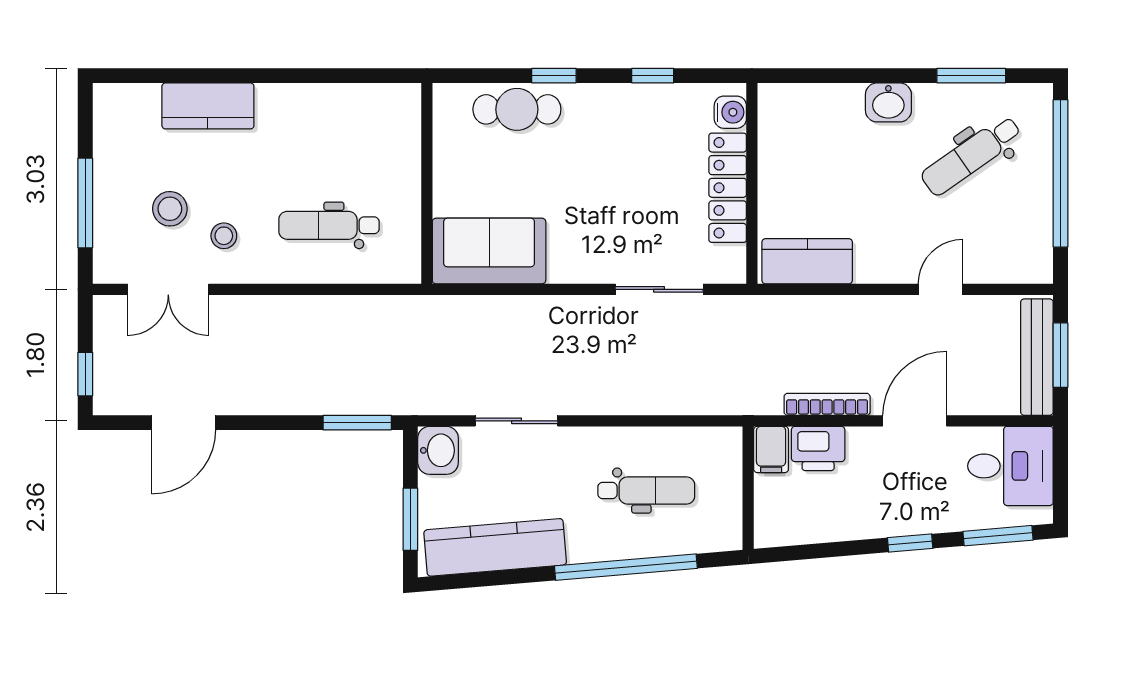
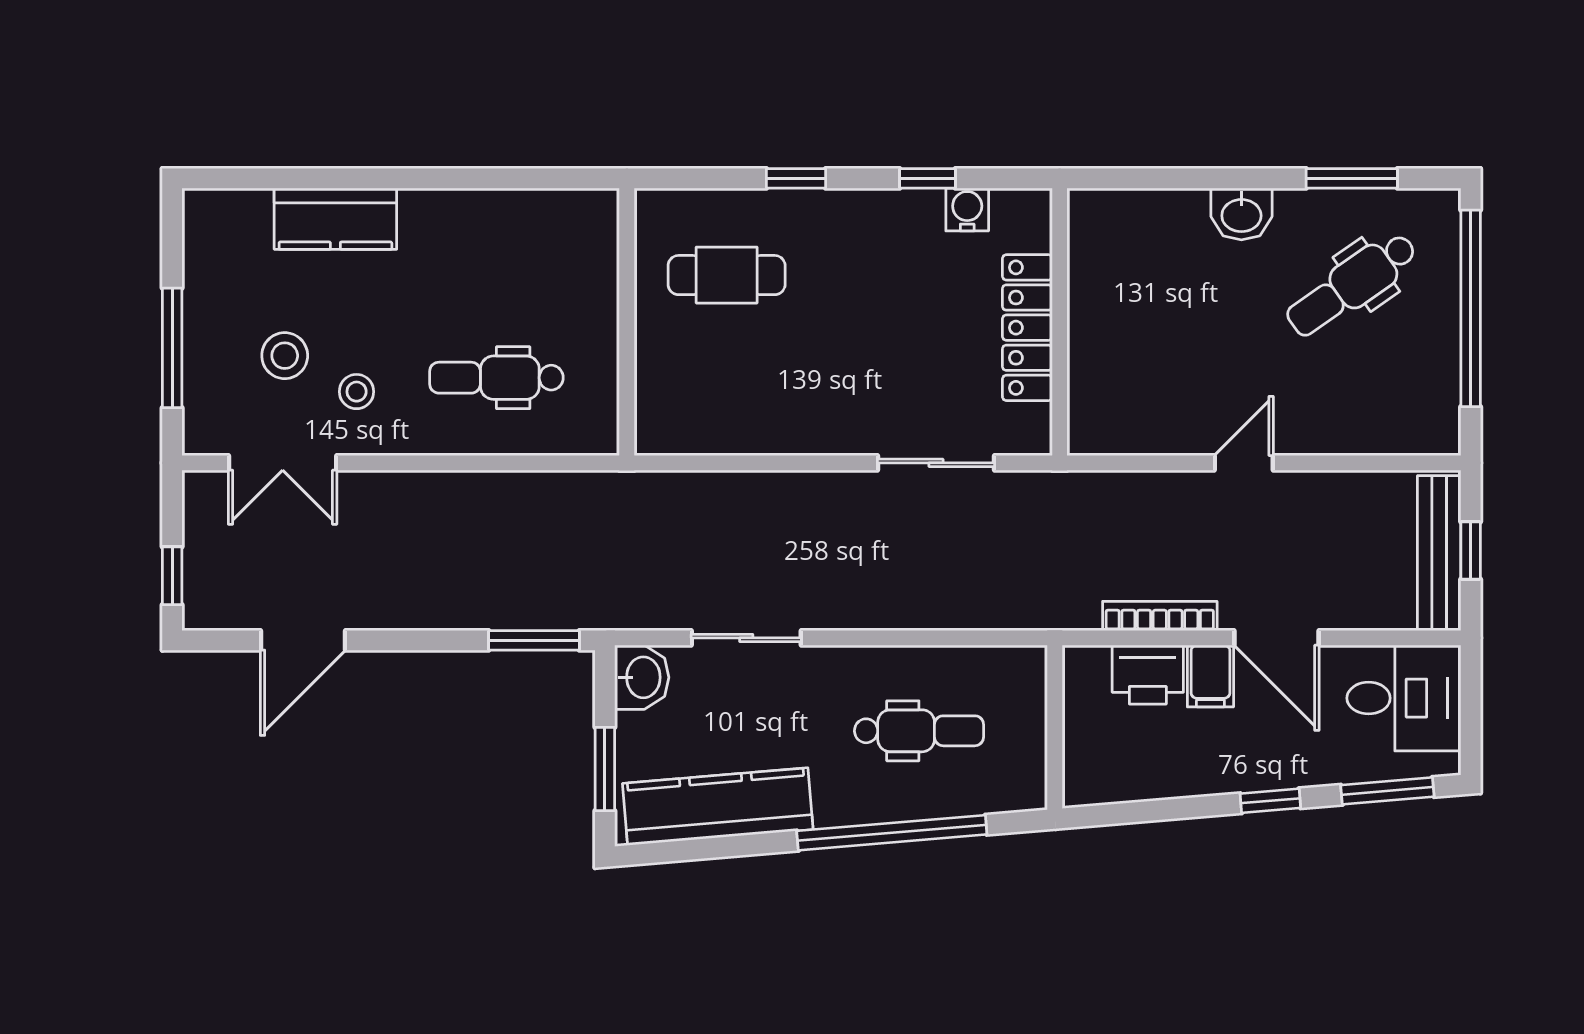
cafe table: (517, 109) -> (727, 275), moved
water cooler: (730, 112) -> (967, 209), moved, turned -90
sofa: (489, 251) -> (710, 412), removed
kitchen counter: (807, 261) -> (1133, 425), removed
door: (940, 289) -> (1244, 463), moved
window: (1061, 355) -> (1471, 550), width x0.67
door: (915, 421) -> (1276, 638), swing flipped
filing cabinet: (771, 449) -> (1210, 676), moved

